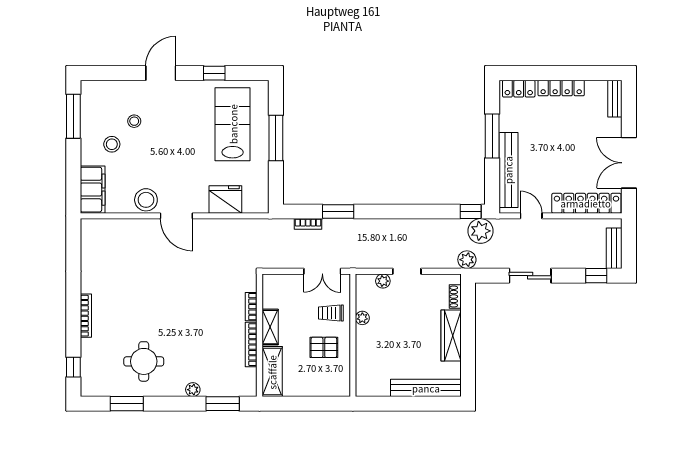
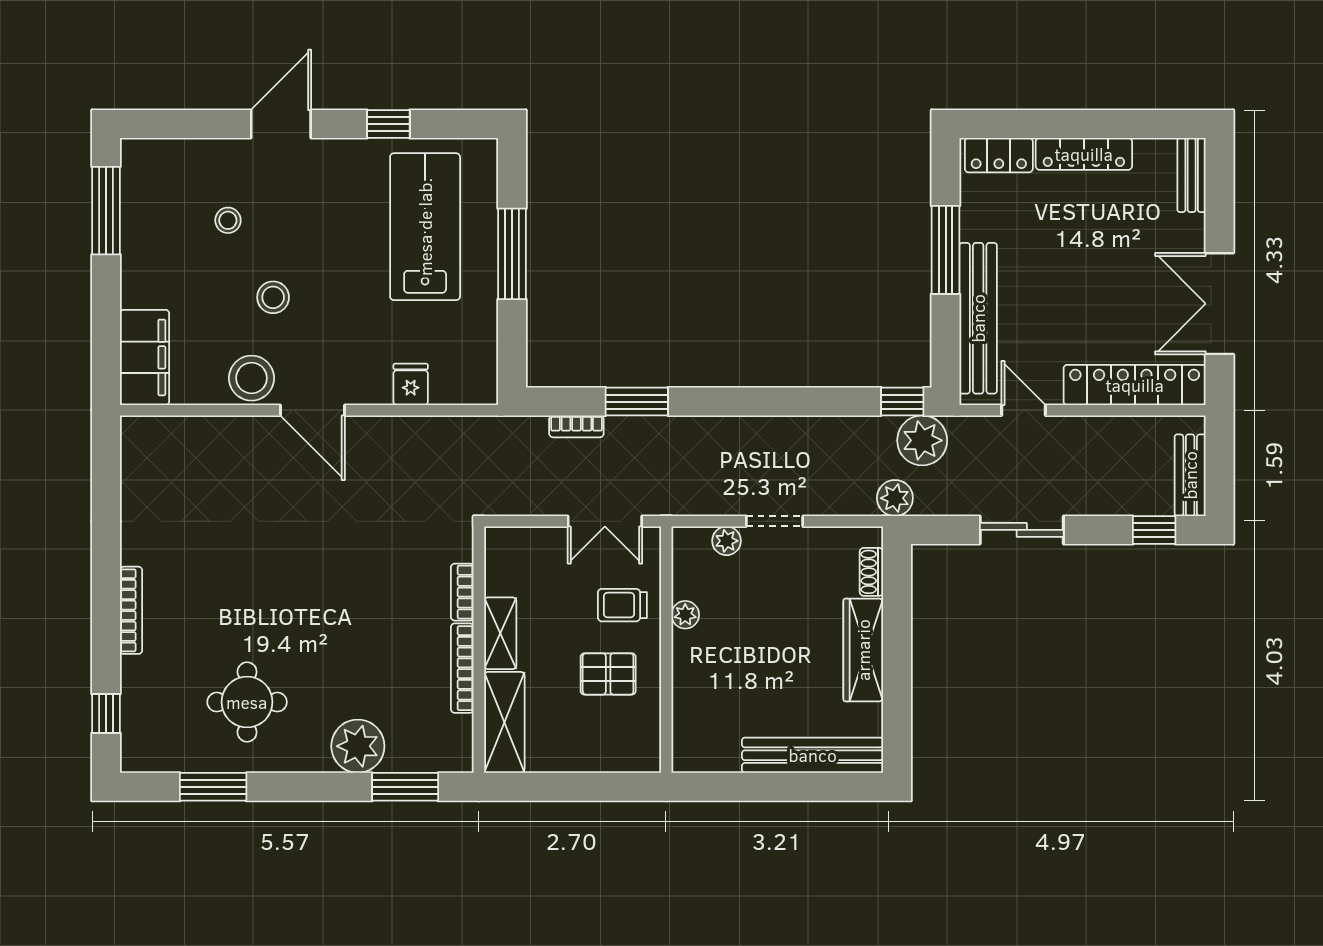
stool: (112, 144) -> (273, 297), moved
fridge: (225, 199) -> (411, 384), width x0.53, depth x0.75
plant: (193, 390) -> (358, 746), width x1.87, depth x1.87

